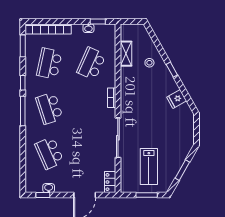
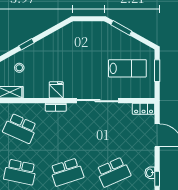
fridge: (177, 99) -> (56, 90), moved, turned -151
window: (182, 170) -> (121, 28), moved

